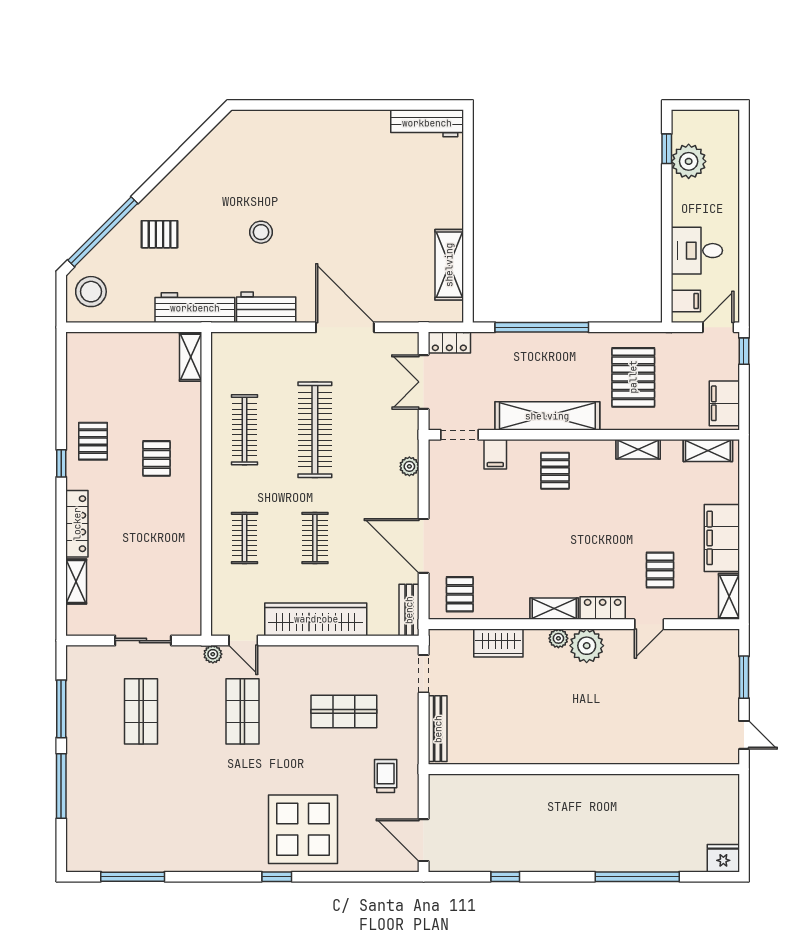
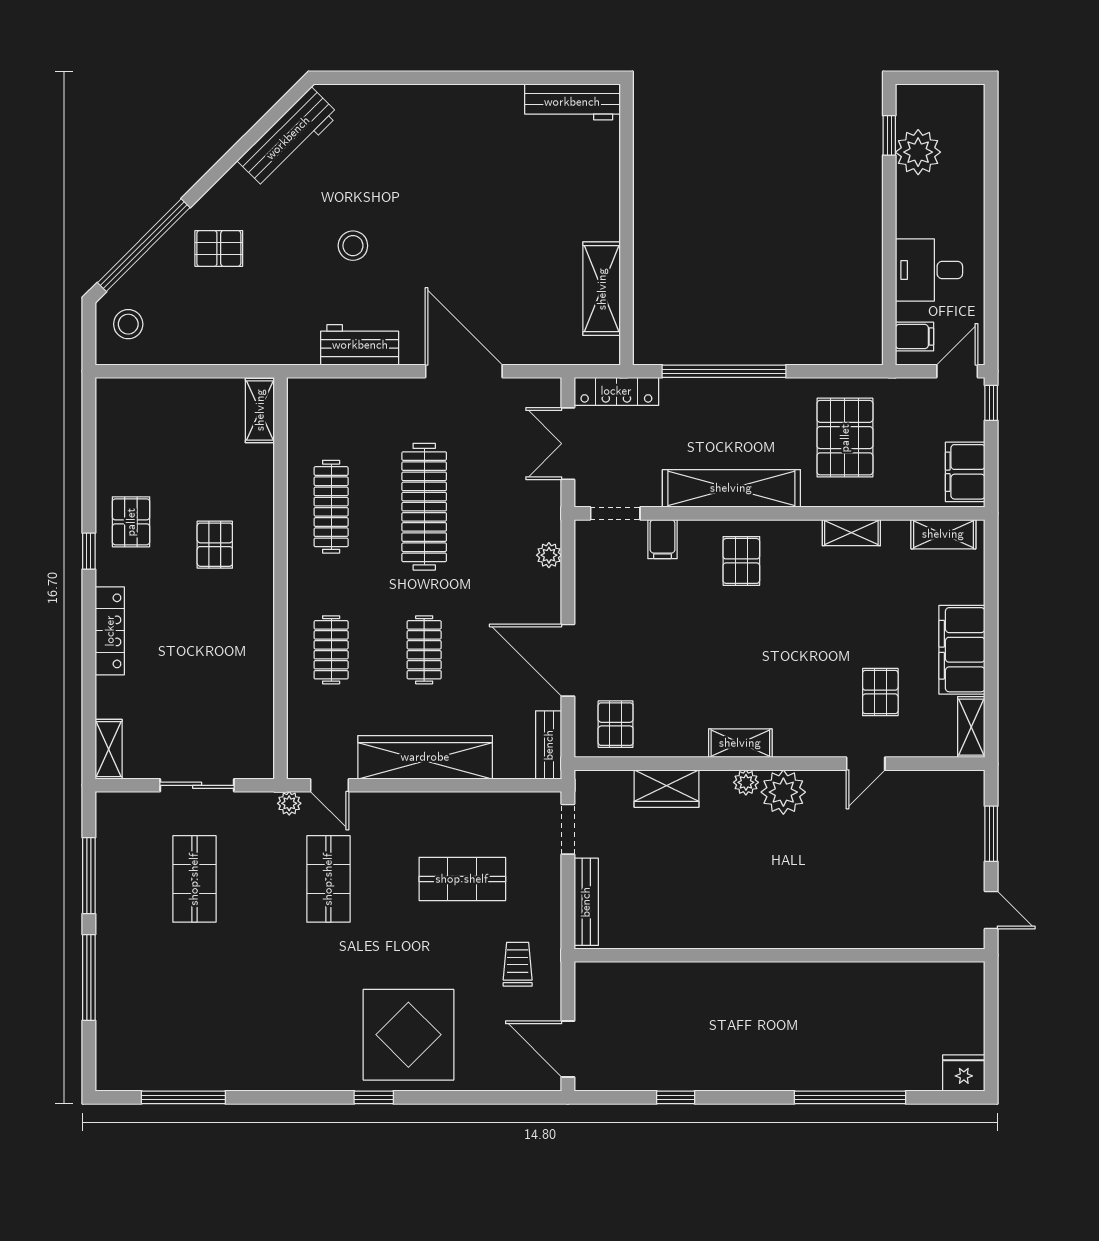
stool: (91, 292) -> (128, 324), width x0.73, depth x0.73
workbench: (195, 308) -> (288, 138), moved, turned 135
locker: (449, 342) -> (616, 391), width x1.53
shelving: (76, 582) -> (109, 749), moved
locker: (603, 608) -> (804, 742), removed

